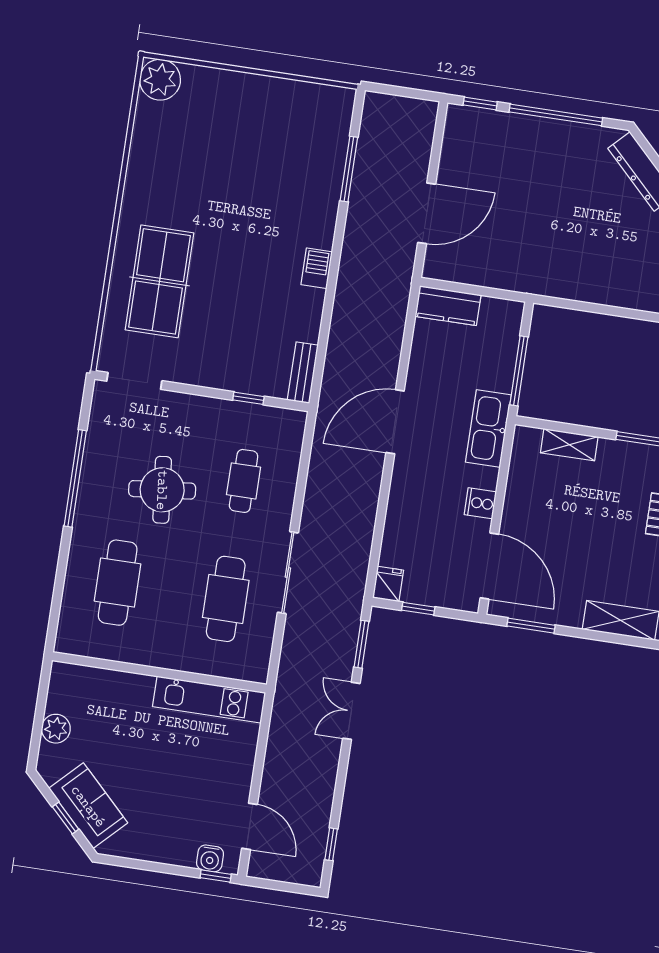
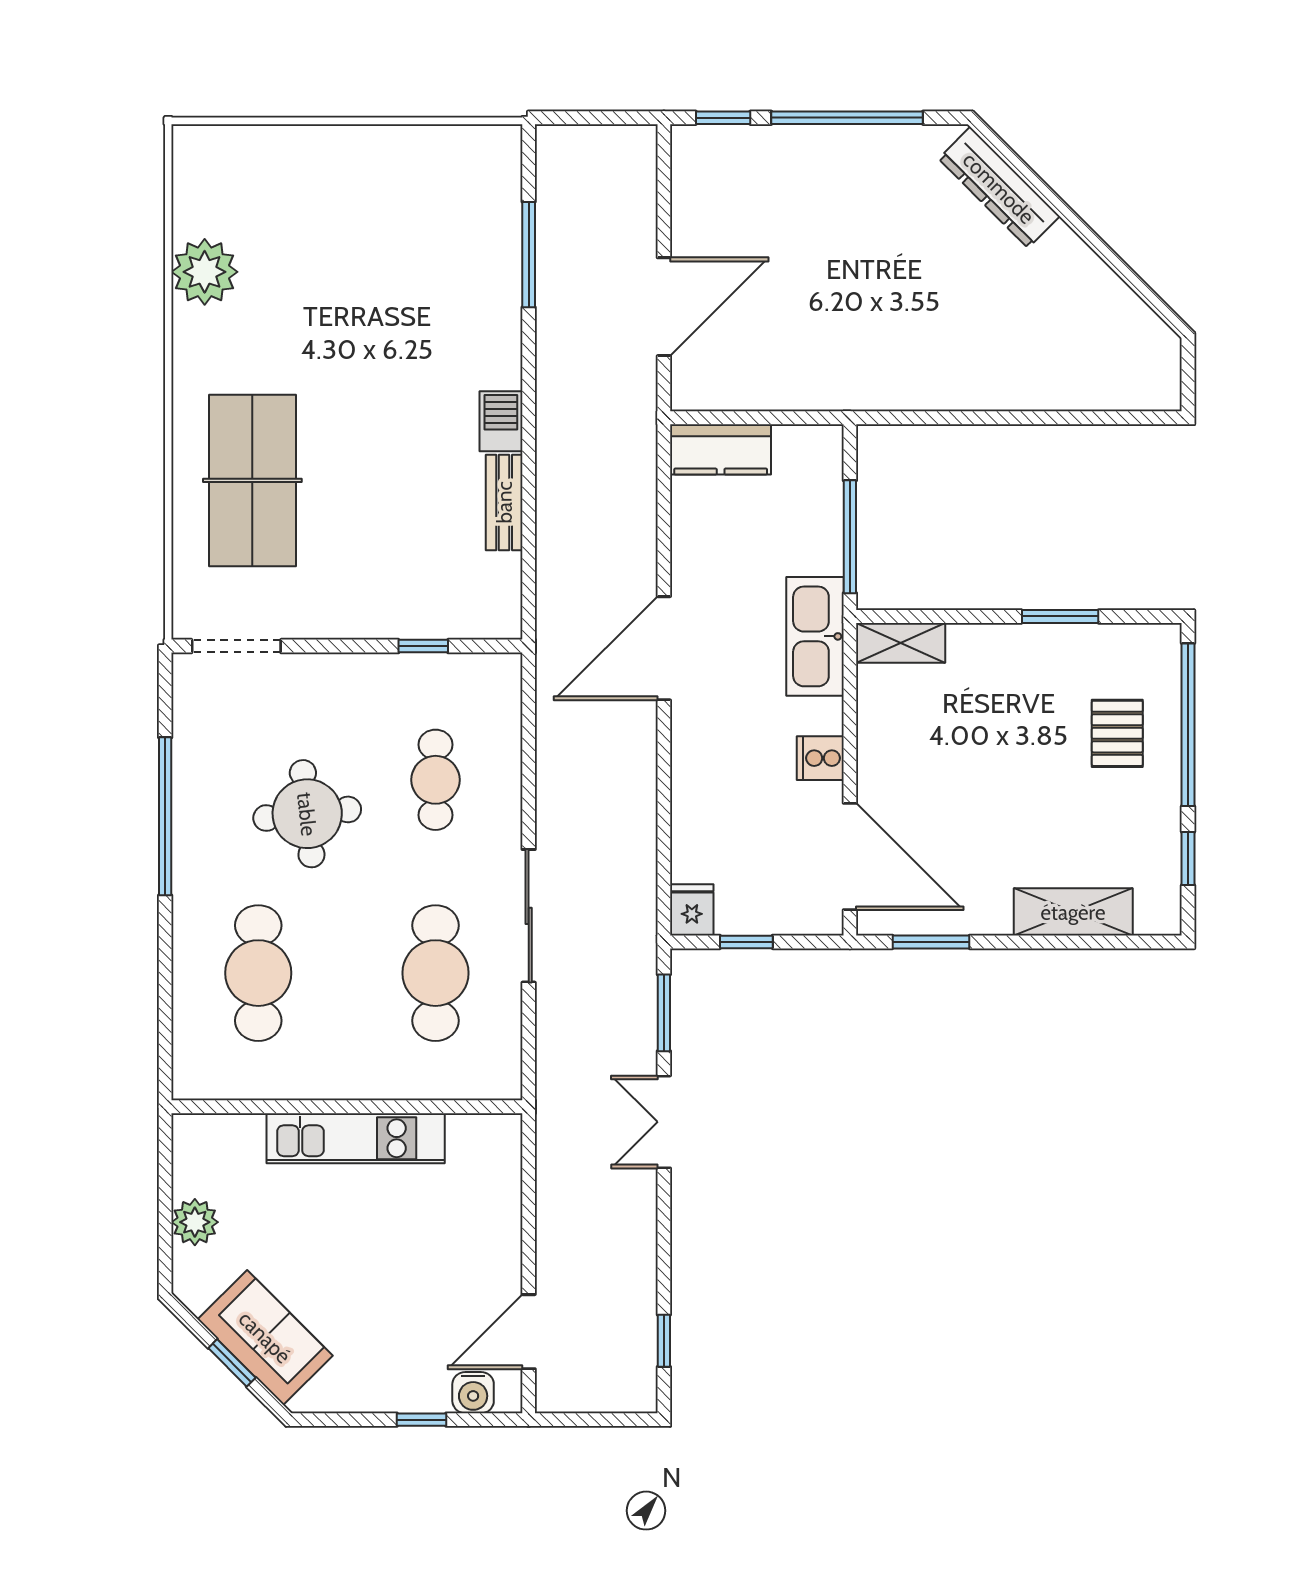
plant: (160, 80) -> (205, 272), moved
bench: (303, 373) -> (504, 502), moved
shelving: (569, 445) -> (901, 643), moved
kitchen unit: (209, 699) -> (356, 1138), moved
door: (249, 826) -> (529, 1332), swing flipped
window: (216, 876) -> (421, 1420), moved

